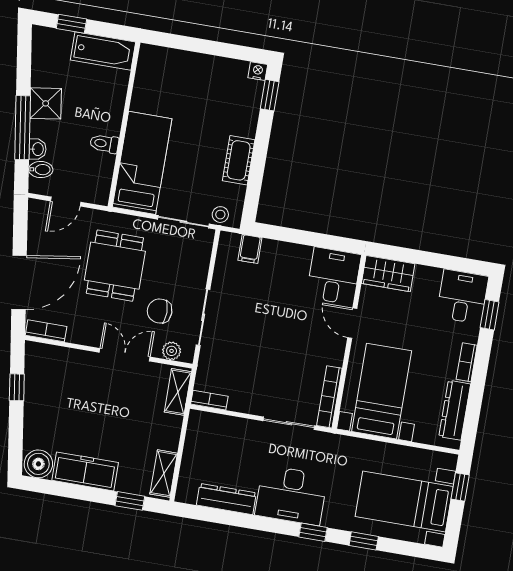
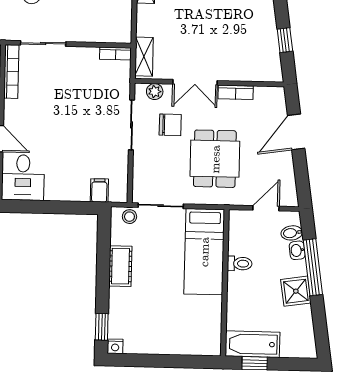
window: (71, 24) -> (255, 363), moved
door: (19, 282) -> (296, 132), width x0.73
bookcase: (46, 331) -> (236, 92), moved

